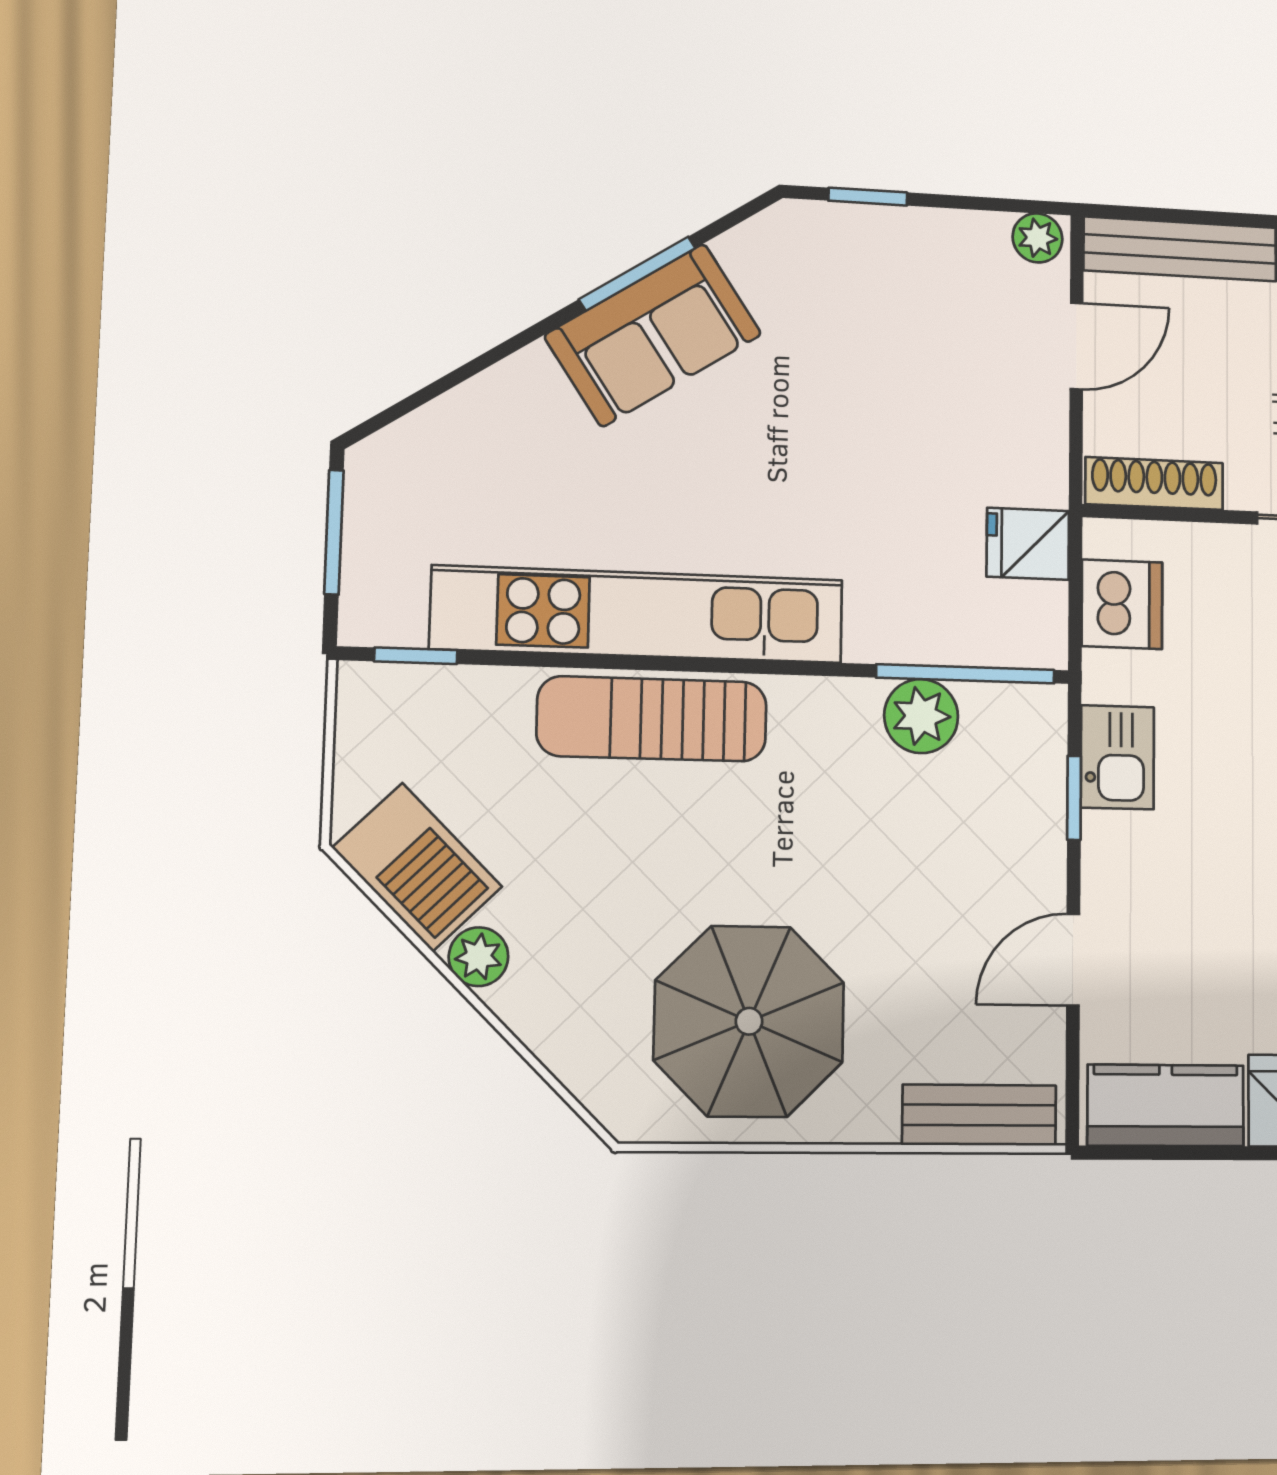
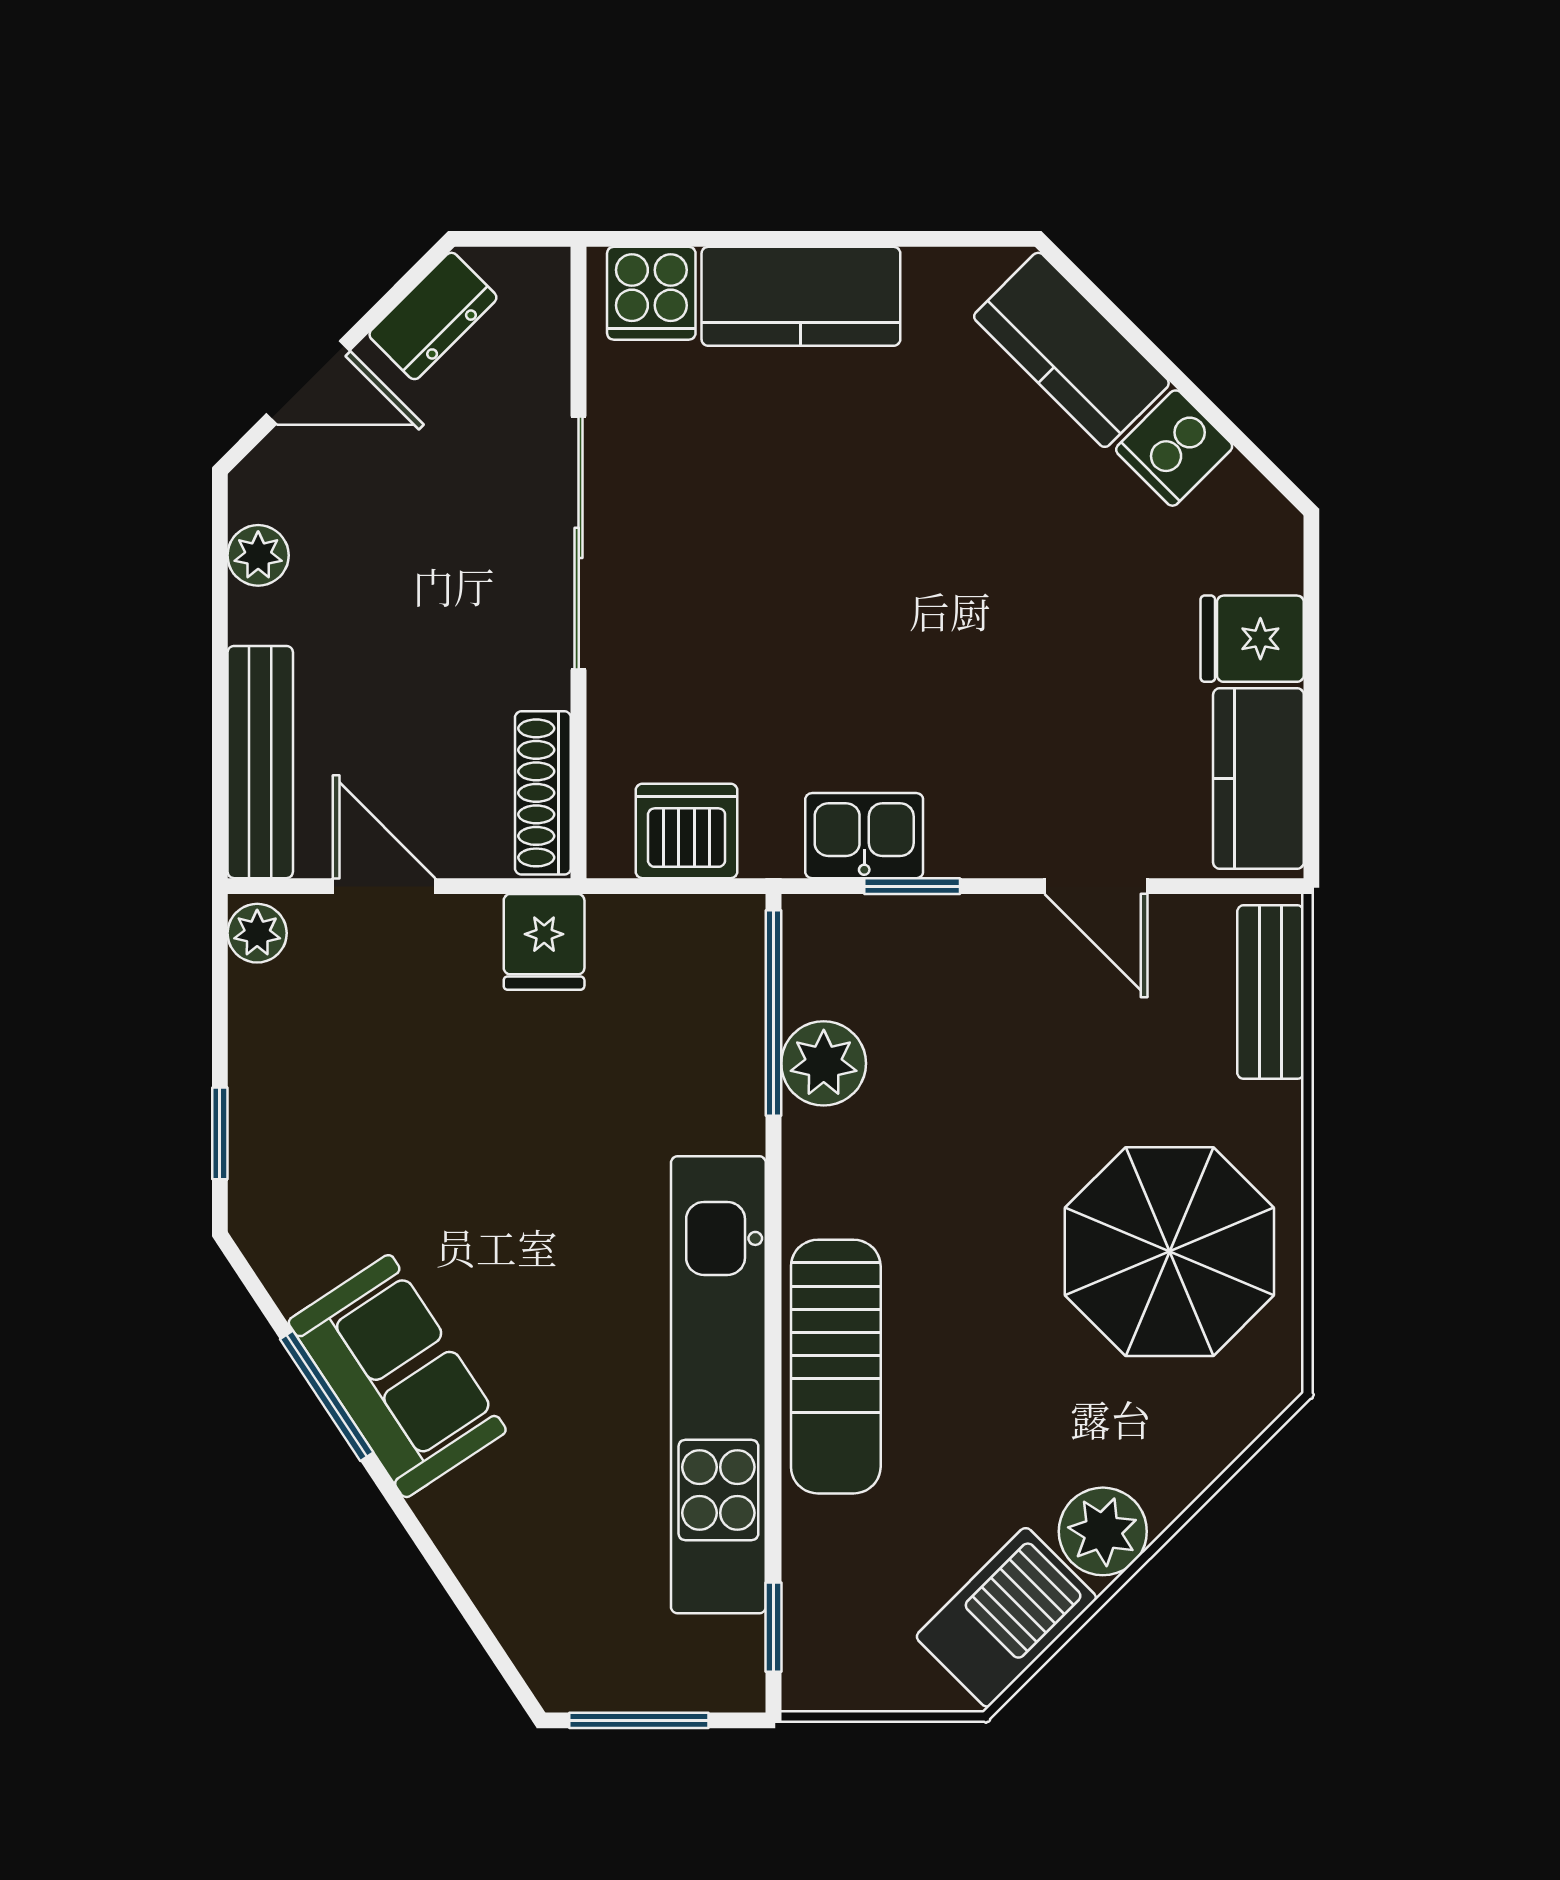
fridge: (1028, 544) -> (544, 942), moved
plant: (479, 957) -> (1103, 1531), width x1.38, depth x1.38

